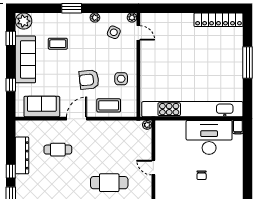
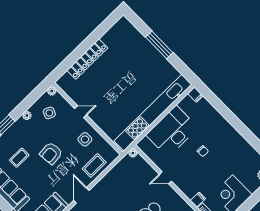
locker: (219, 20) -> (87, 59), moved
door: (138, 33) -> (81, 112), moved
armchair: (89, 80) -> (51, 153), moved
desk: (209, 137) -> (172, 131), moved

